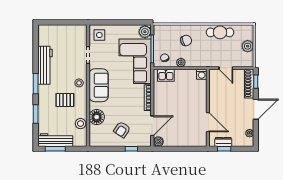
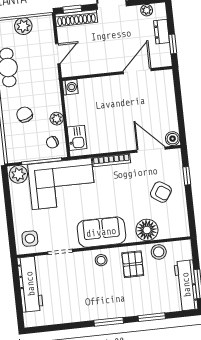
workbench: (45, 65) -> (30, 284), moved, turned 90
pallet: (65, 100) -> (133, 264), moved
dresser: (223, 142) -> (162, 32), moved

